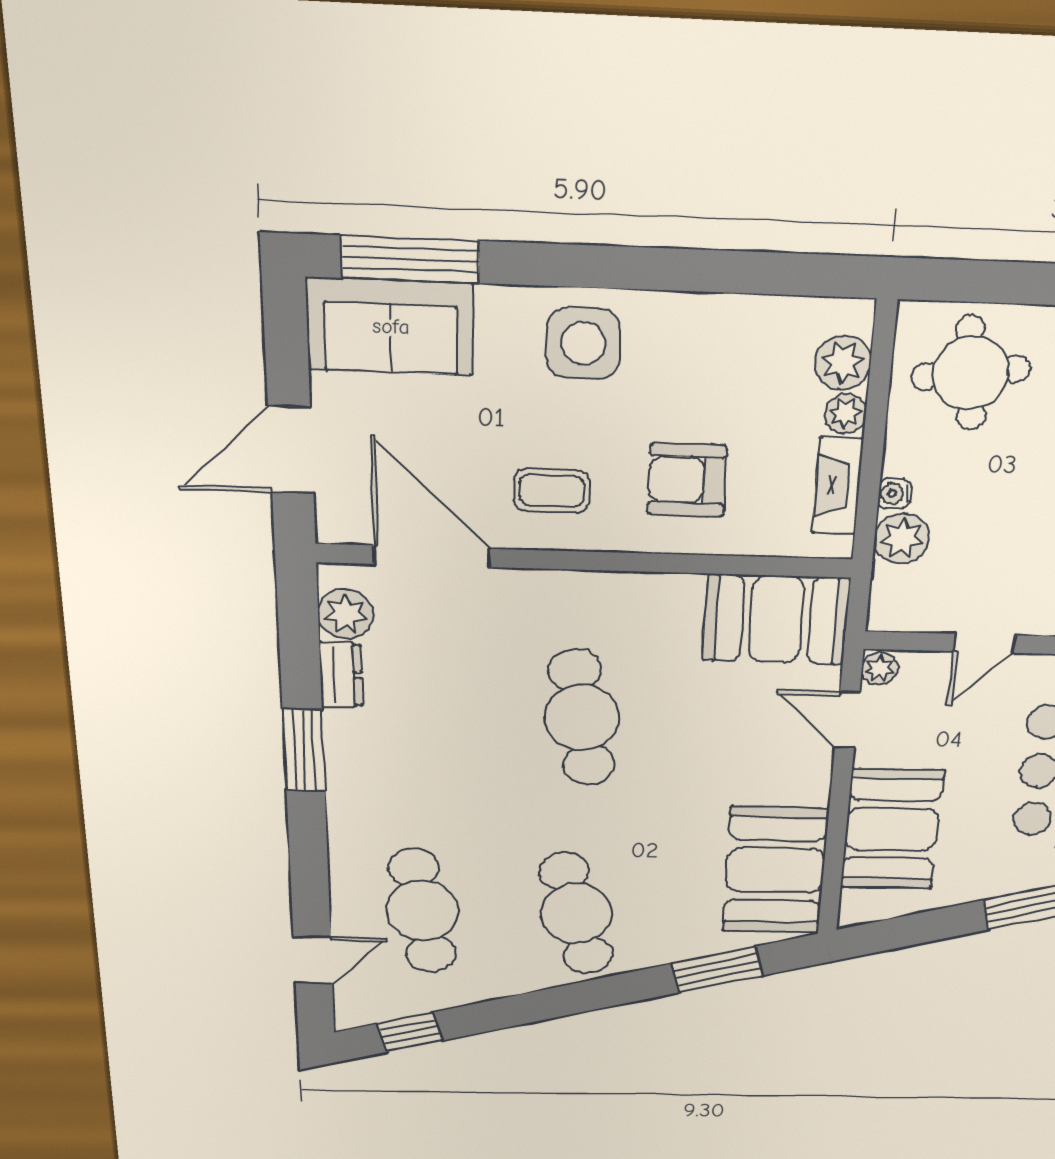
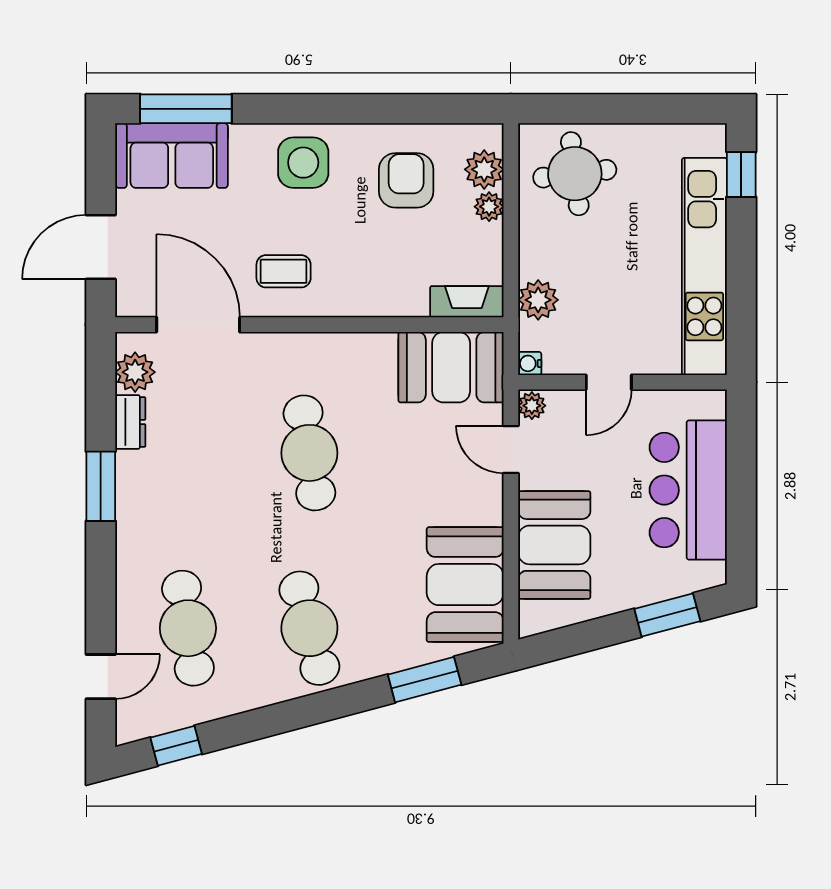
armchair: (687, 480) -> (406, 180), moved, turned 90
fireplace: (838, 486) -> (467, 302), moved, turned 90
water cooler: (895, 494) -> (530, 363), moved

